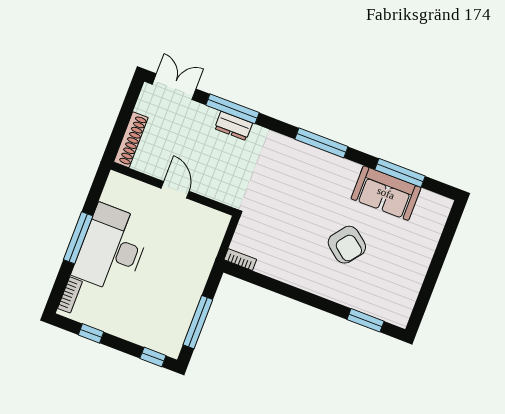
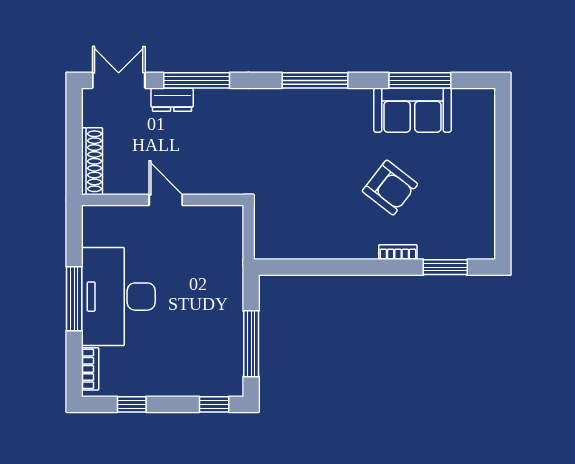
dresser: (233, 126) -> (172, 100), moved
bookcase: (240, 260) -> (398, 252), moved

